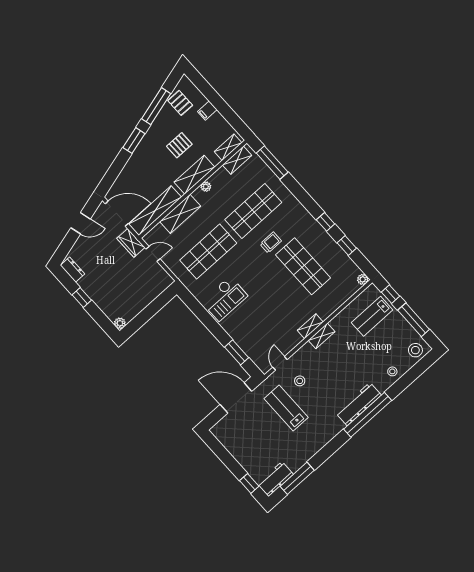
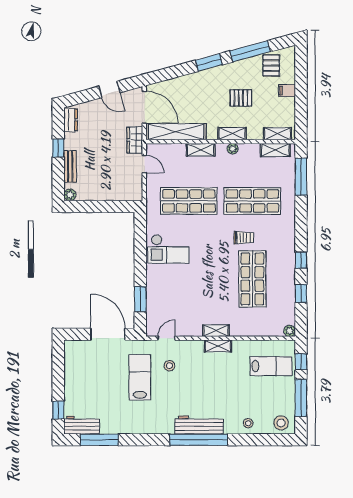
shelving: (194, 175) -> (232, 134), width x0.67, depth x0.75
shelving: (180, 214) -> (201, 150), width x0.67, depth x0.75
bench: (102, 303) -> (70, 166), added
lab bench: (372, 316) -> (271, 366), turned 180

